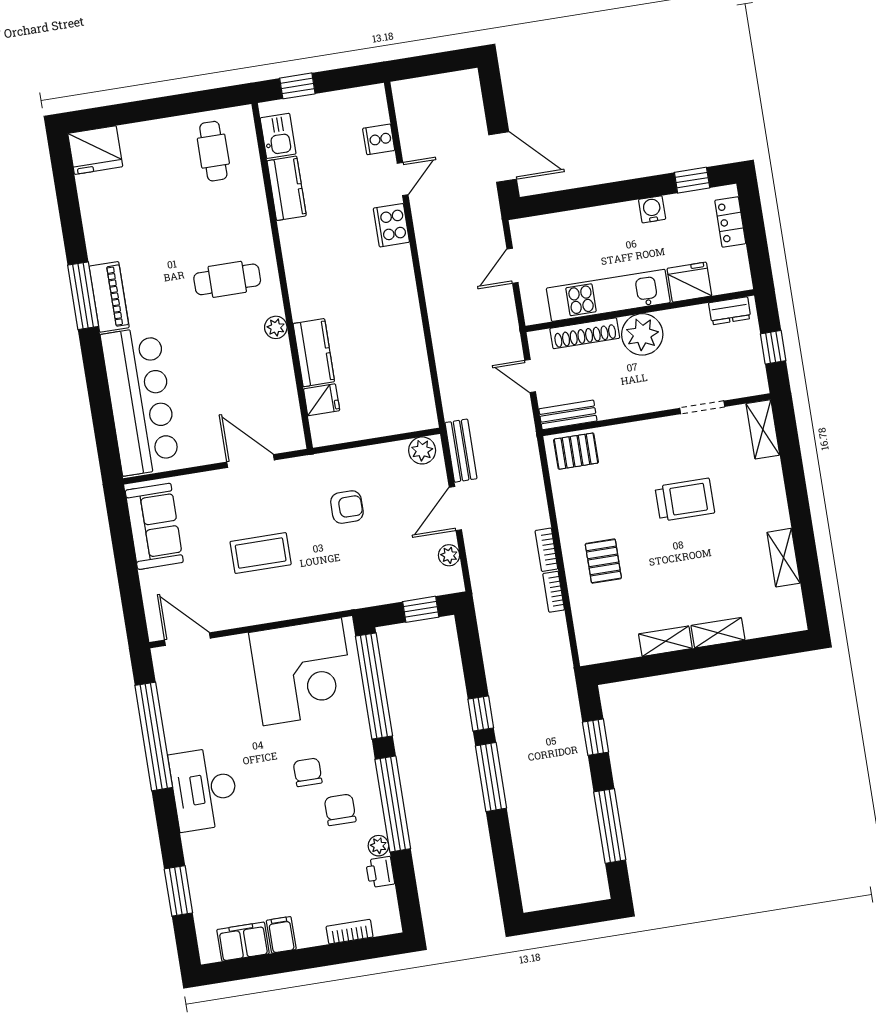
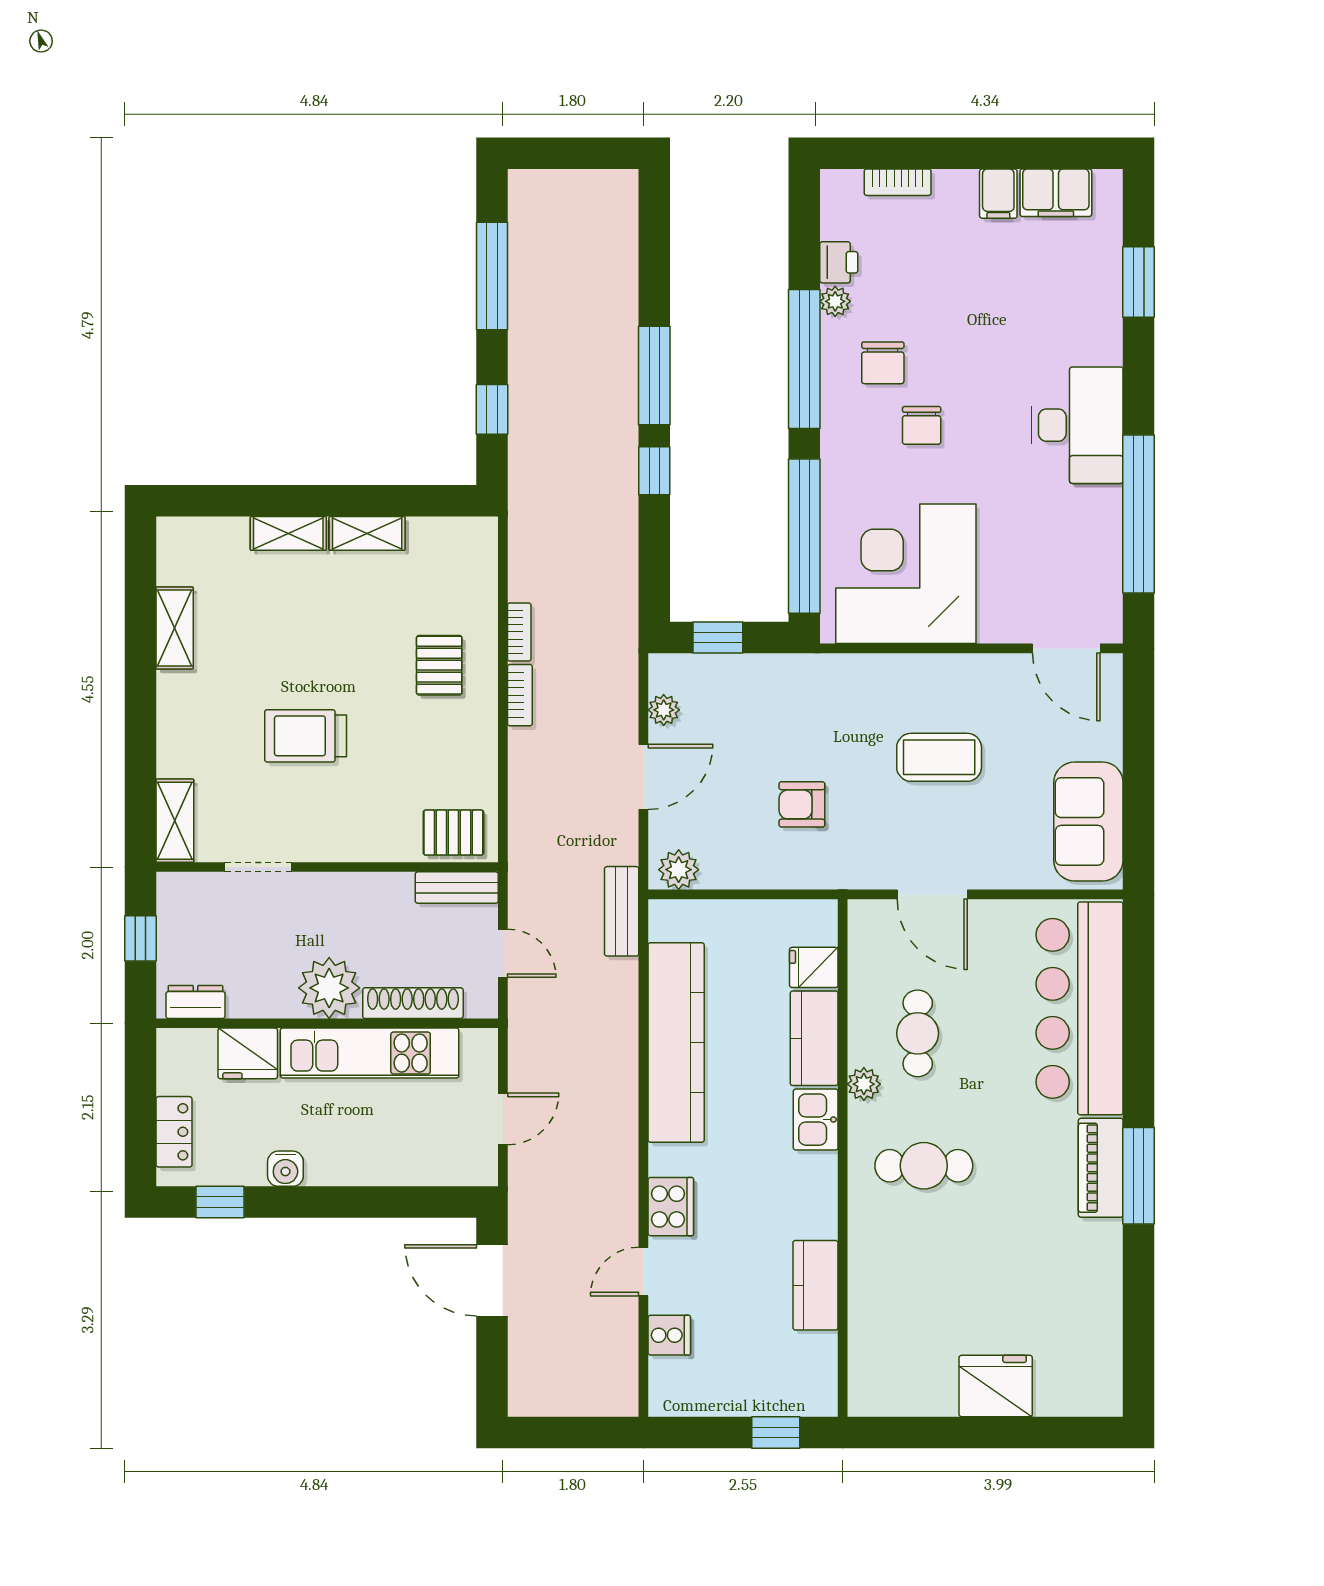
kitchen sink: (278, 136) -> (816, 1120), moved
fridge: (95, 150) -> (996, 1386), moved
cafe table: (213, 151) -> (918, 1033), moved
kitchen counter: (405, 335) -> (676, 1043), added
bench: (461, 451) -> (622, 911), moved

